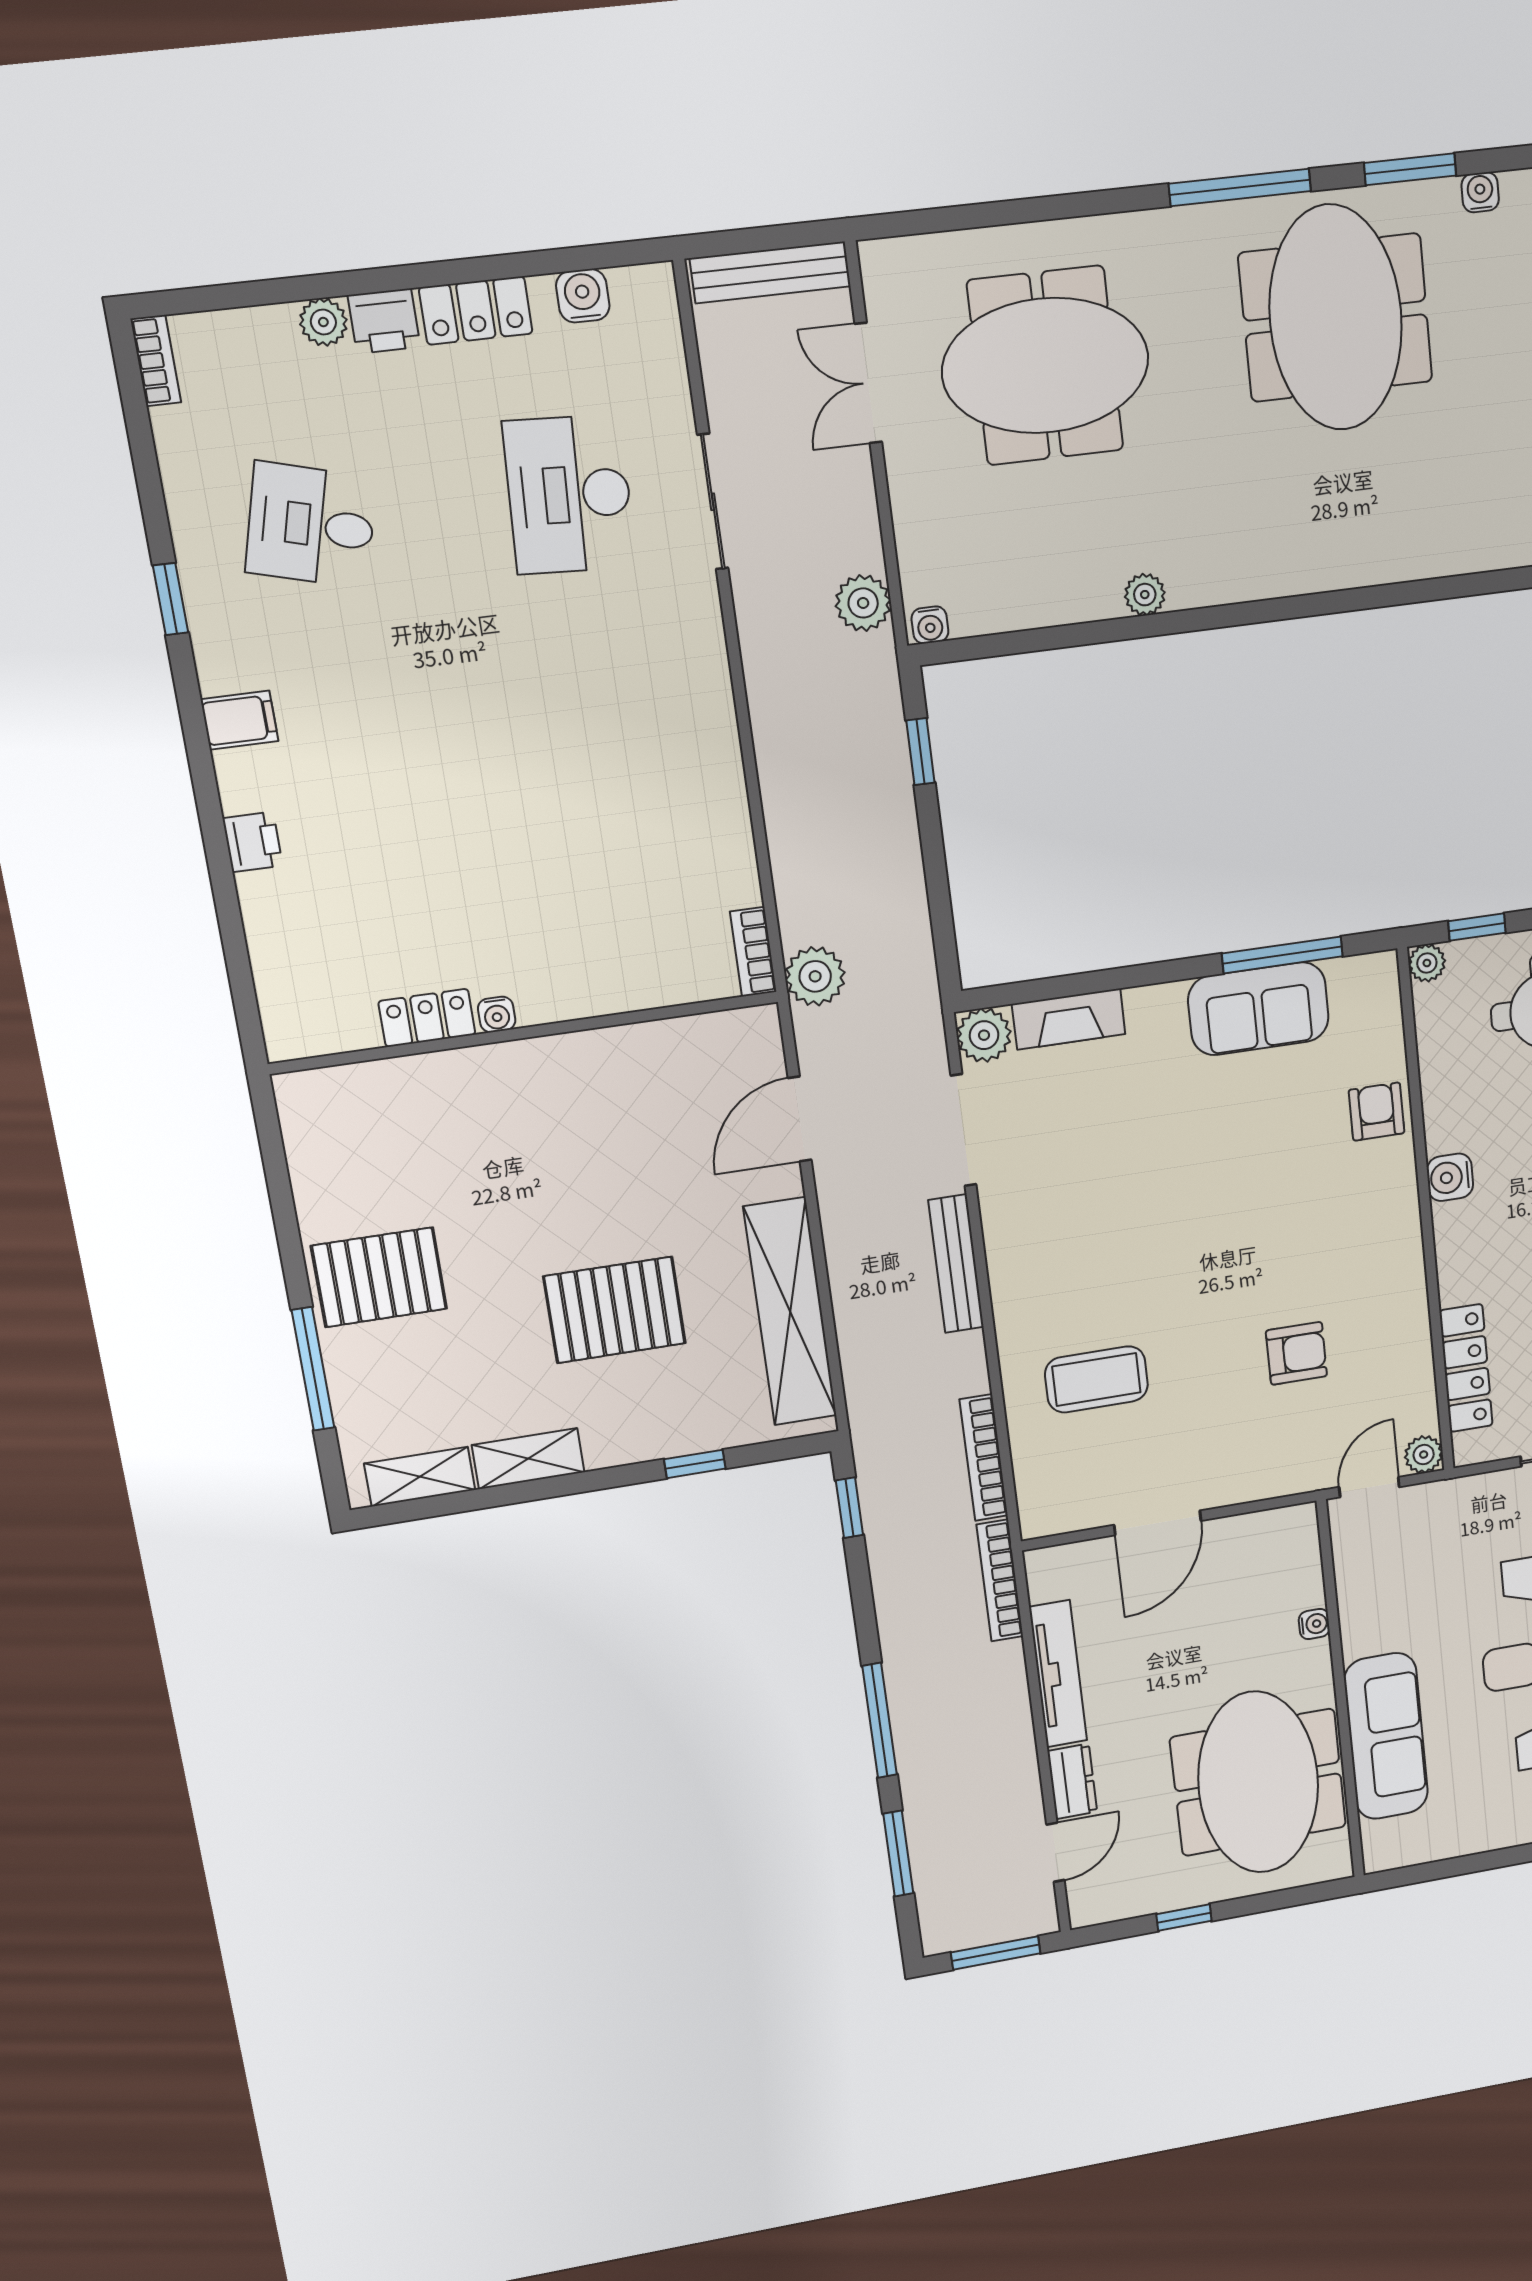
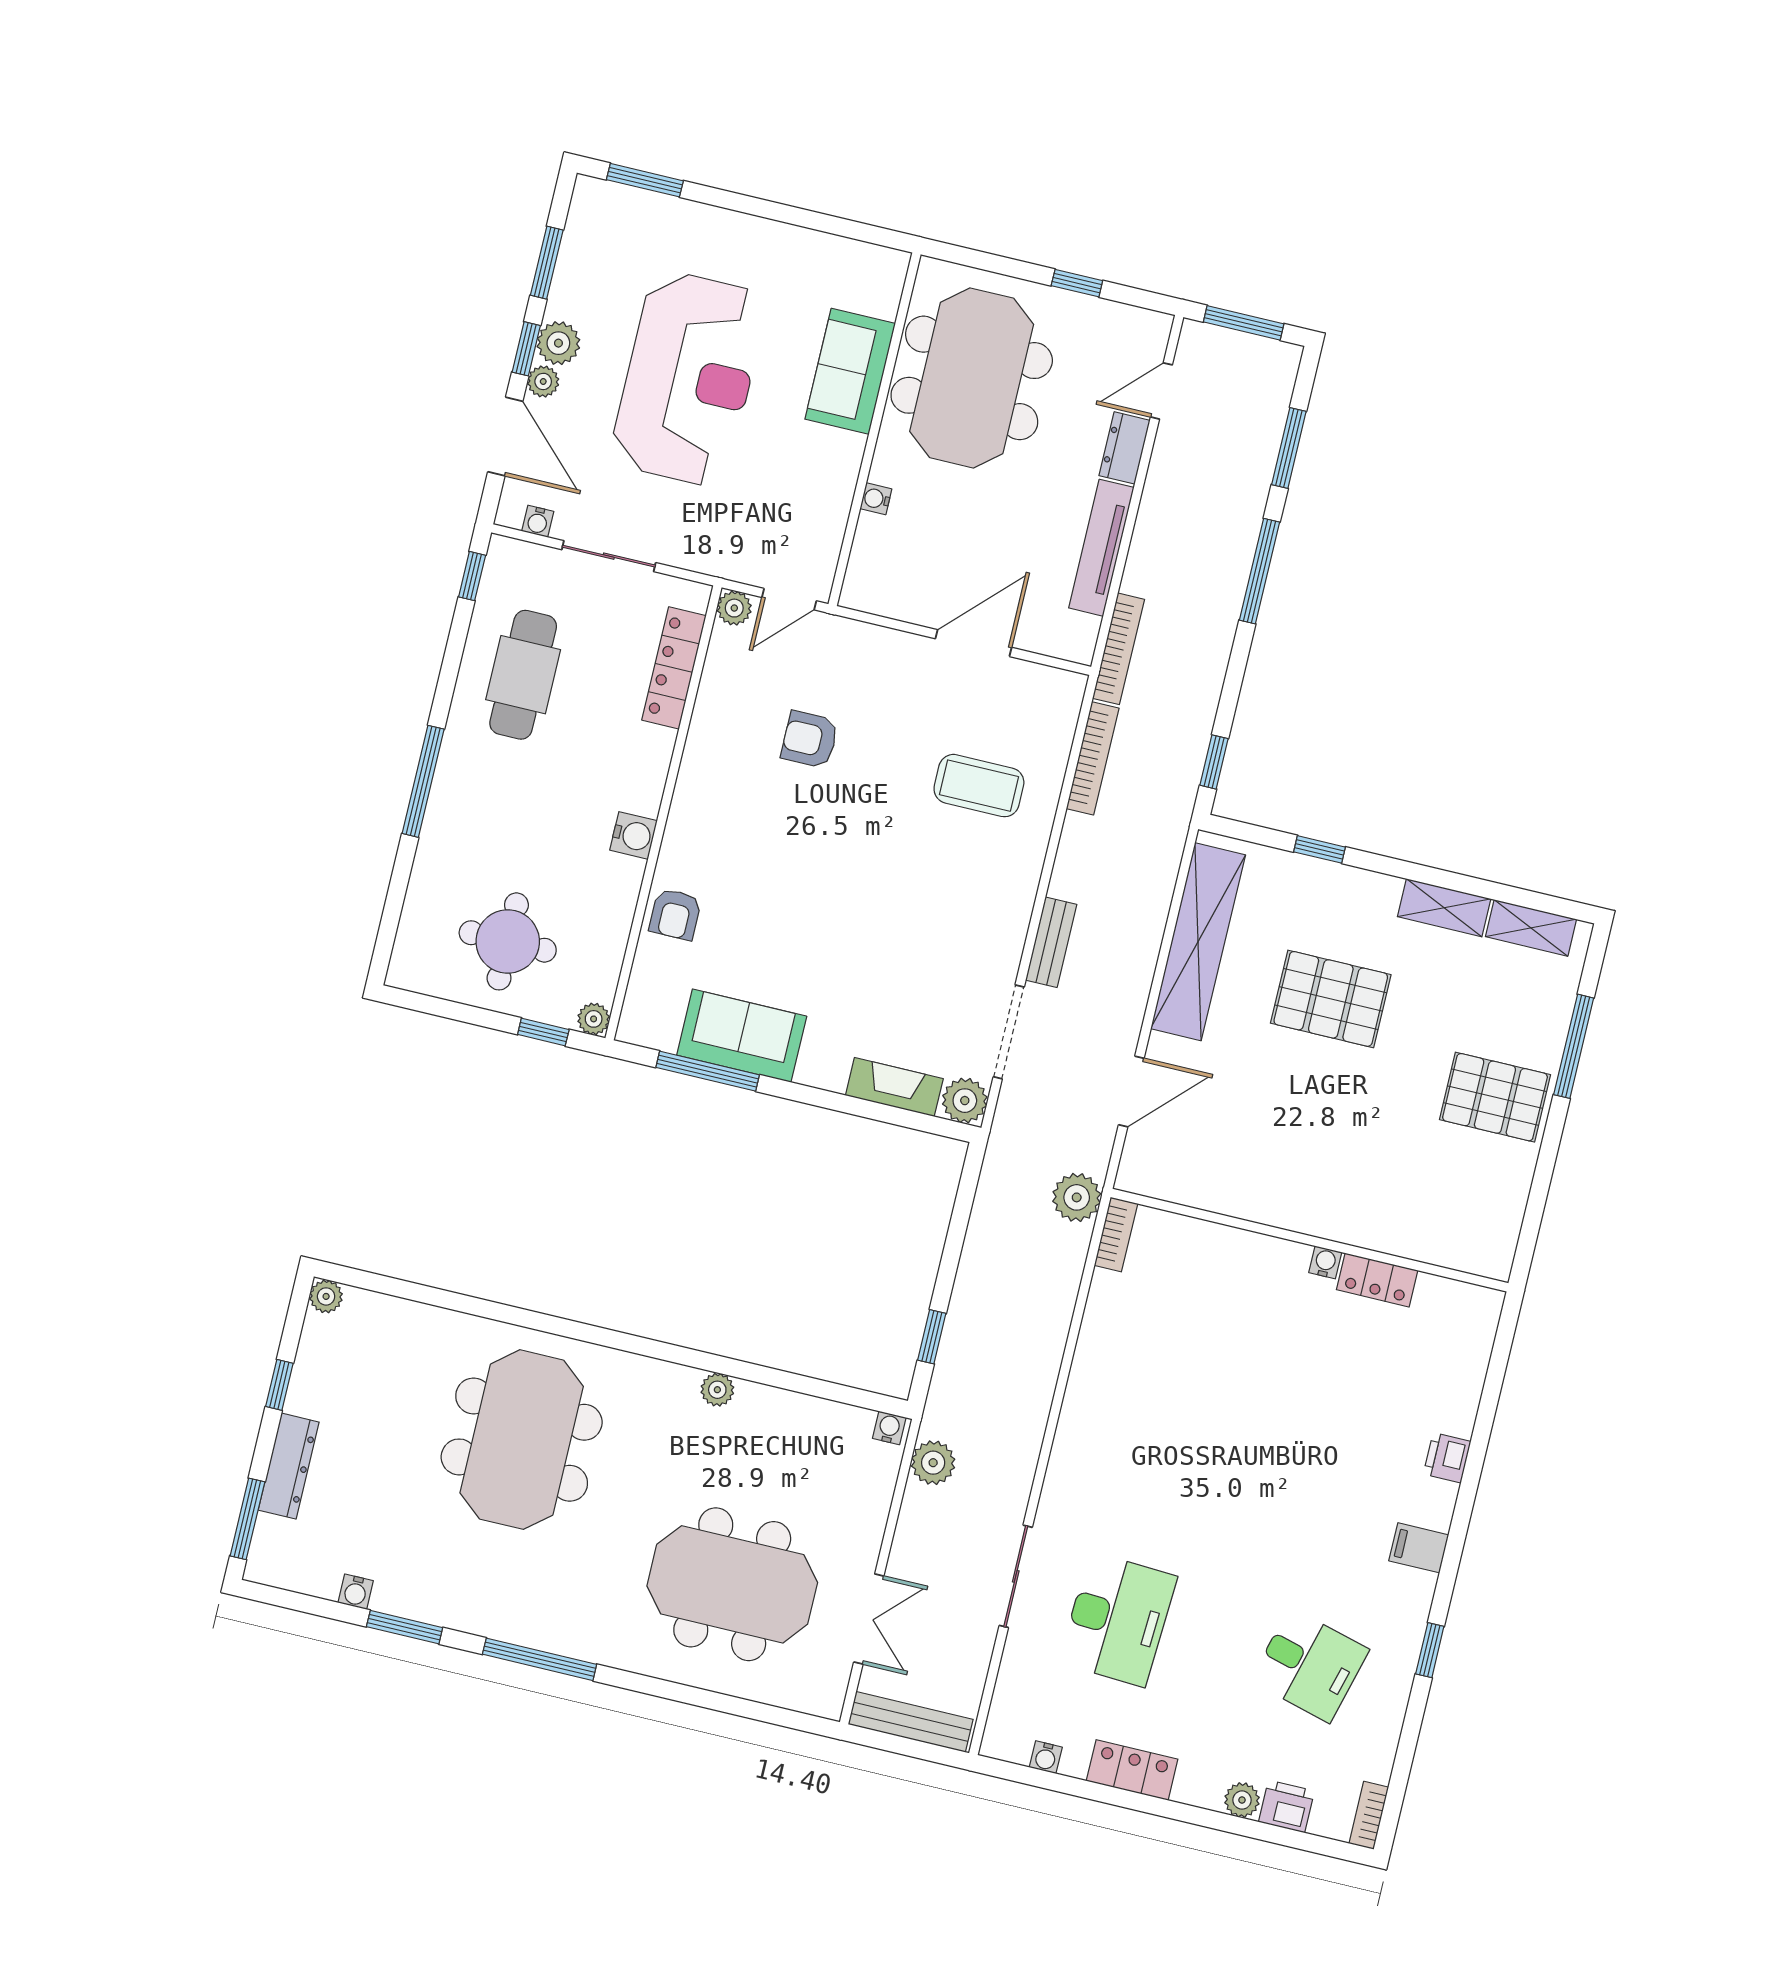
water cooler: (583, 296) -> (1046, 1757), width x0.72, depth x0.72
meeting table: (1336, 318) -> (522, 1440), moved
printer: (384, 321) -> (1286, 1806), moved
bench: (956, 1264) -> (1051, 942), width x0.73
sofa: (1386, 1736) -> (850, 371), width x0.73

